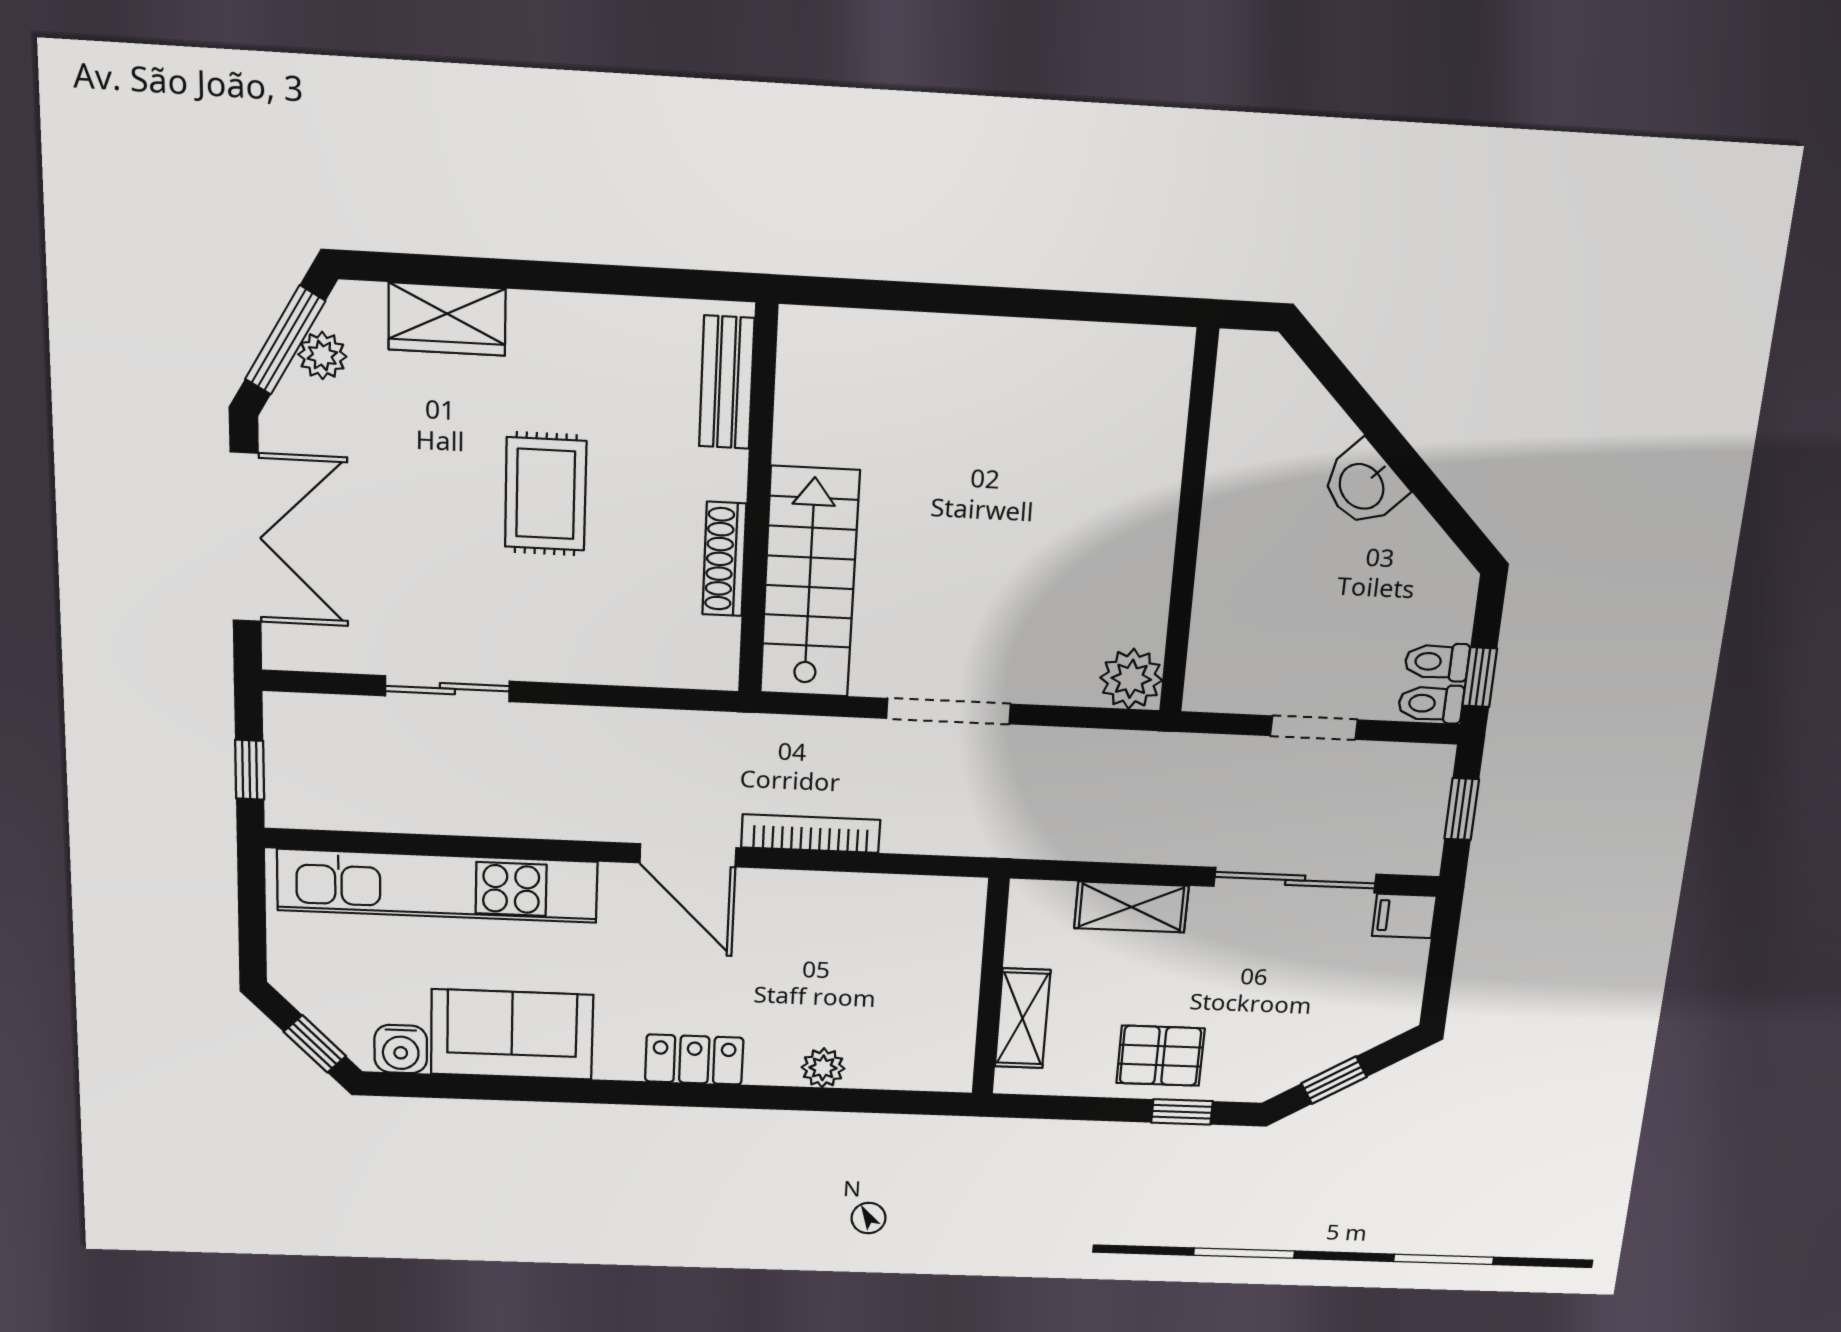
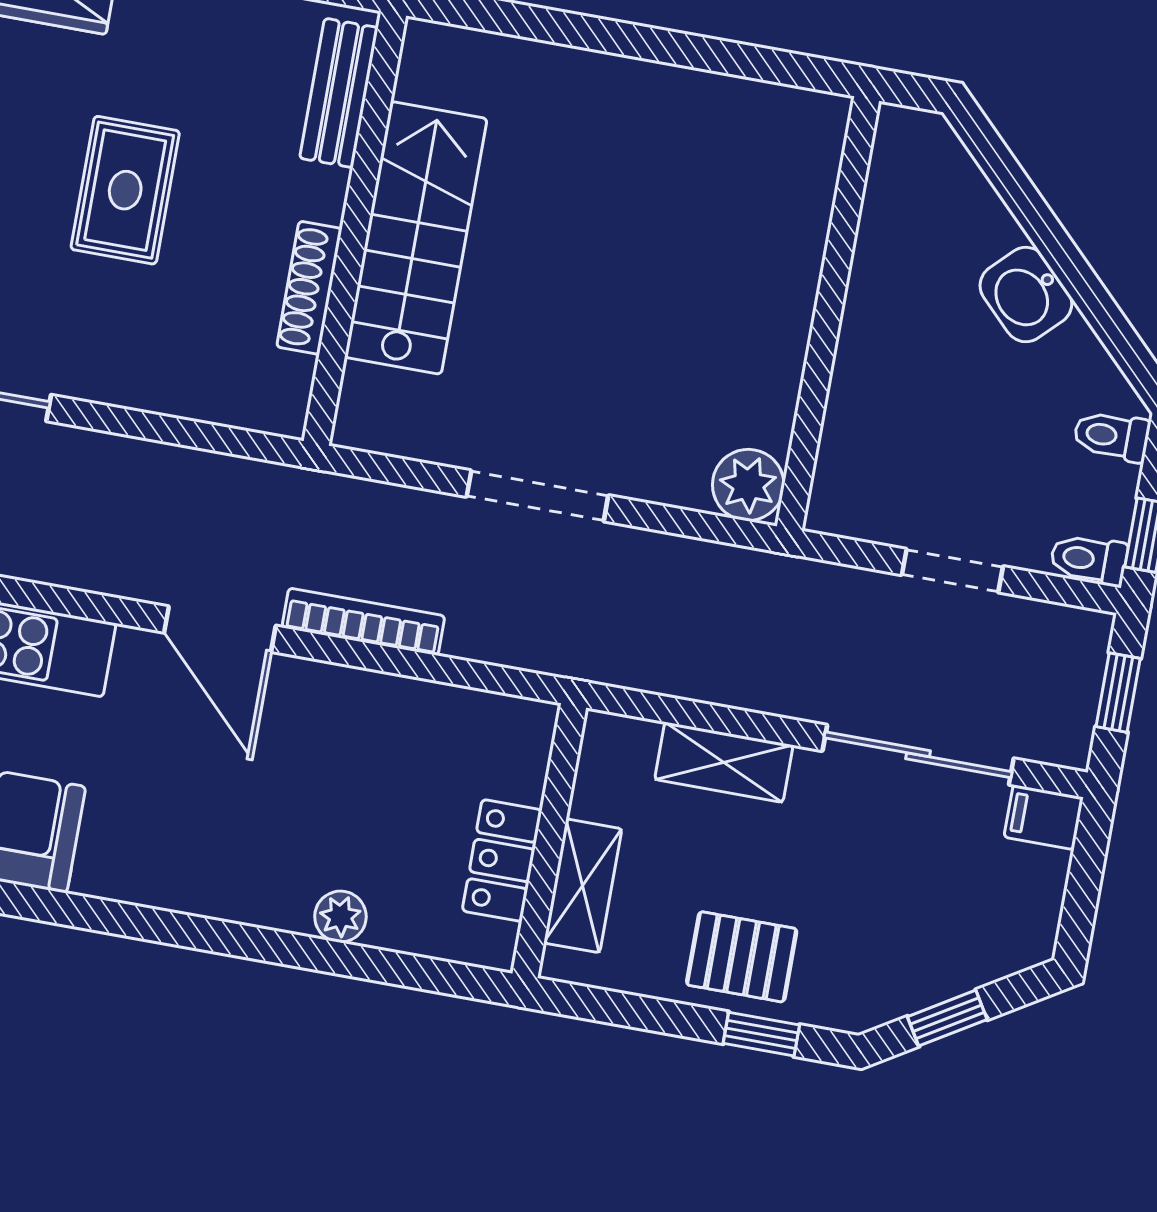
stairs: (810, 582) -> (416, 238), moved
toilet: (1437, 662) -> (1112, 436), moved
locker: (694, 1059) -> (502, 860), moved, turned -90

